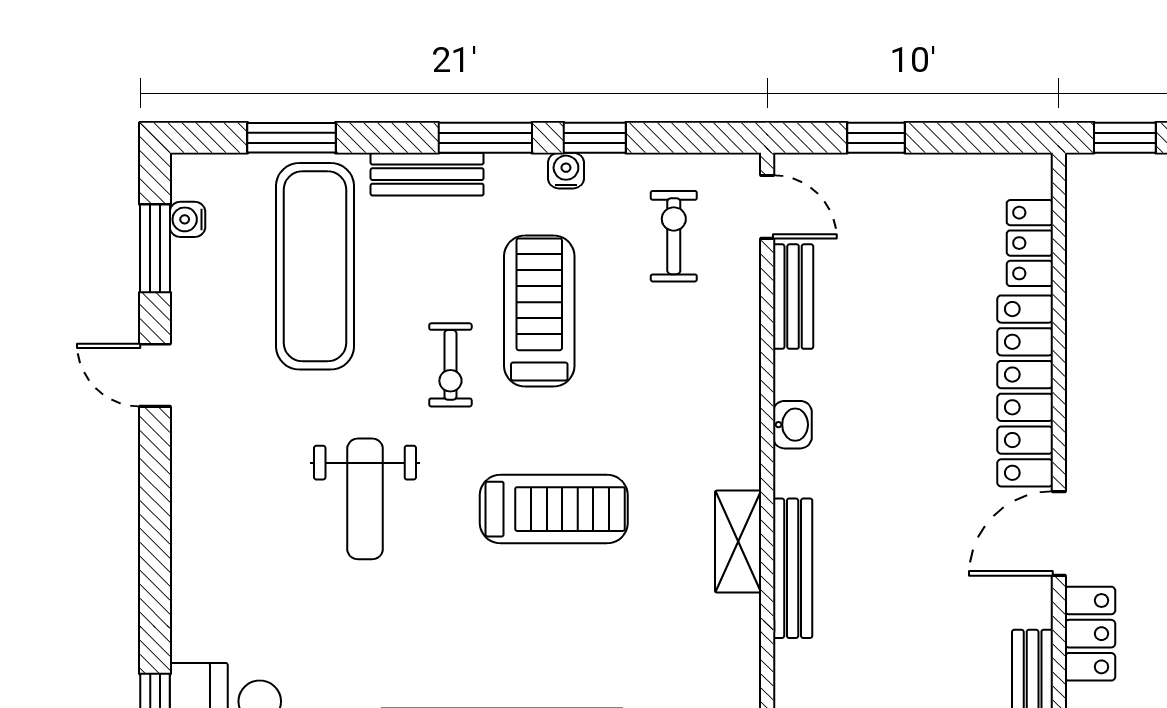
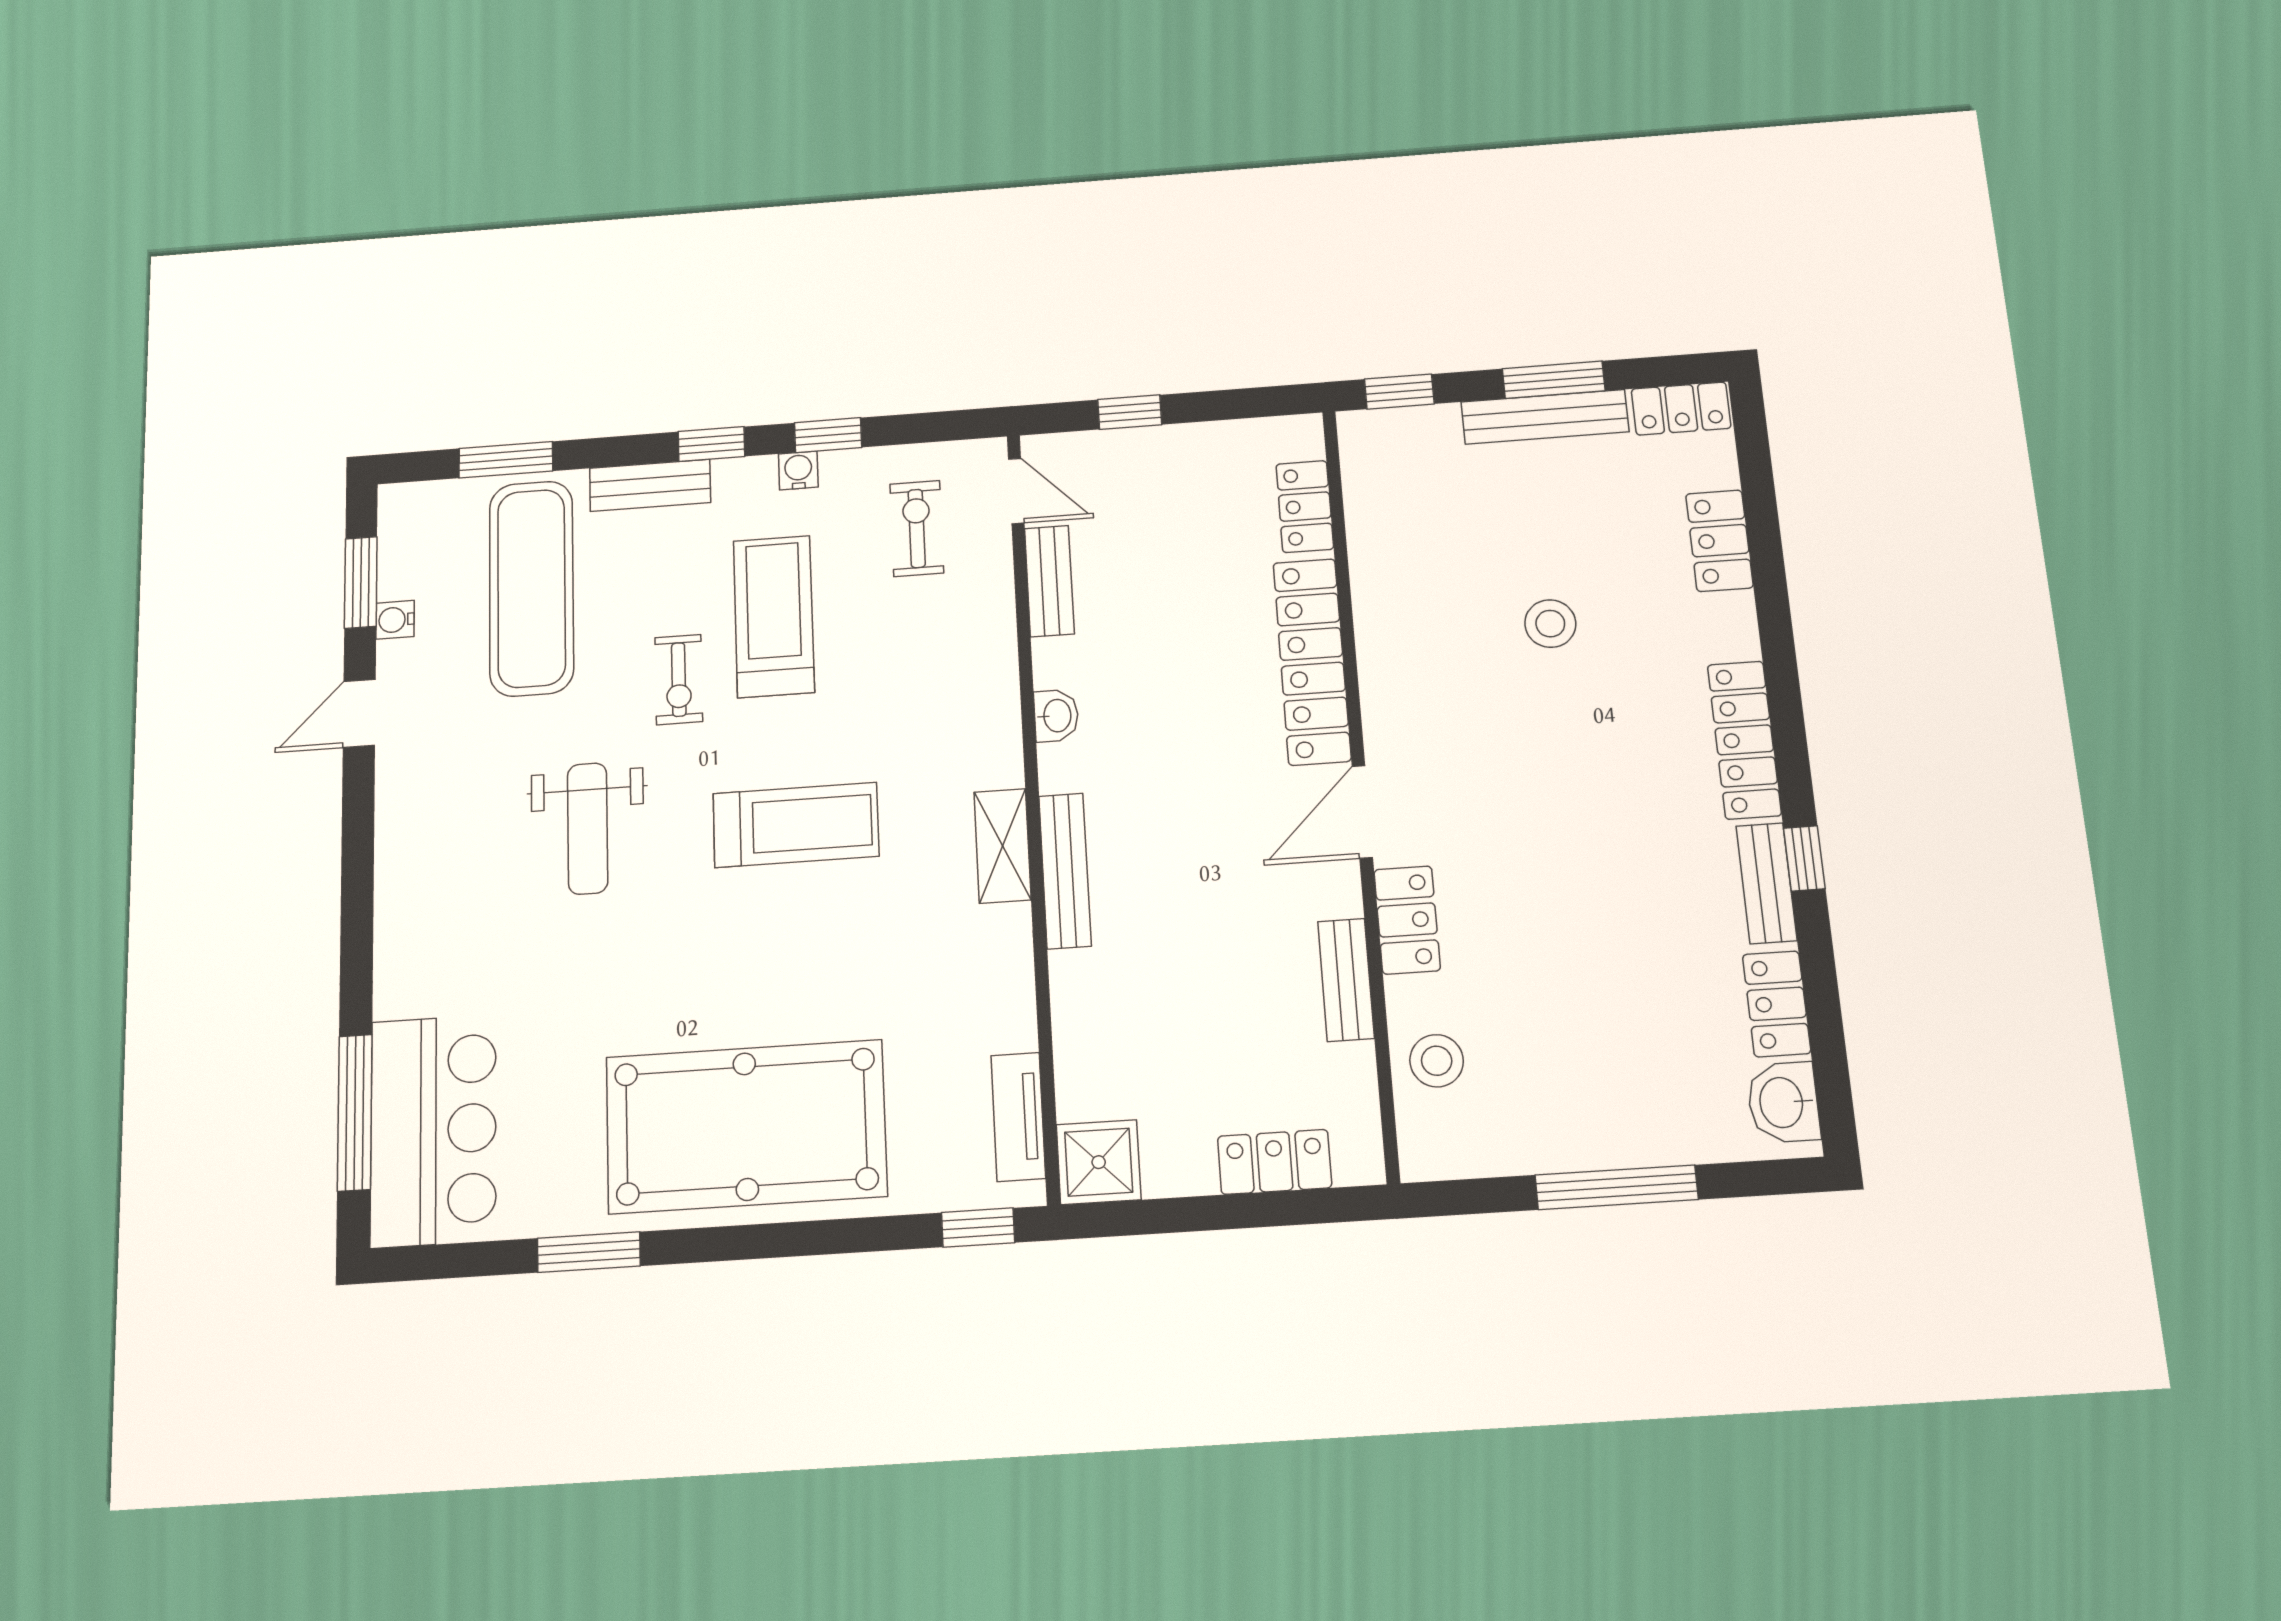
window: (485, 138) -> (711, 444), width x0.67
water cooler: (188, 219) -> (395, 620), moved
door: (155, 375) -> (359, 713), hinge flipped

